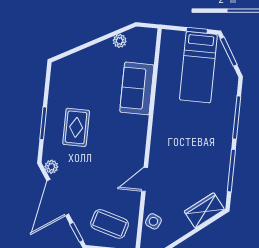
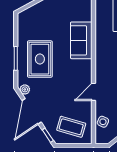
sofa: (137, 88) -> (81, 40), moved
rug: (76, 127) -> (40, 59), width x1.36, depth x1.43

